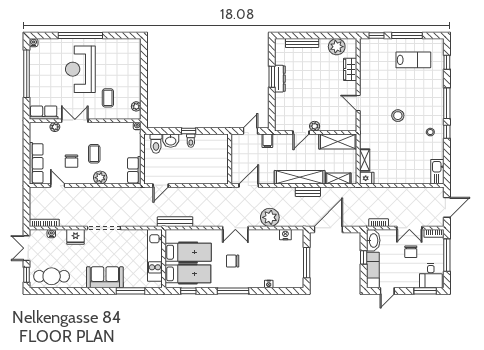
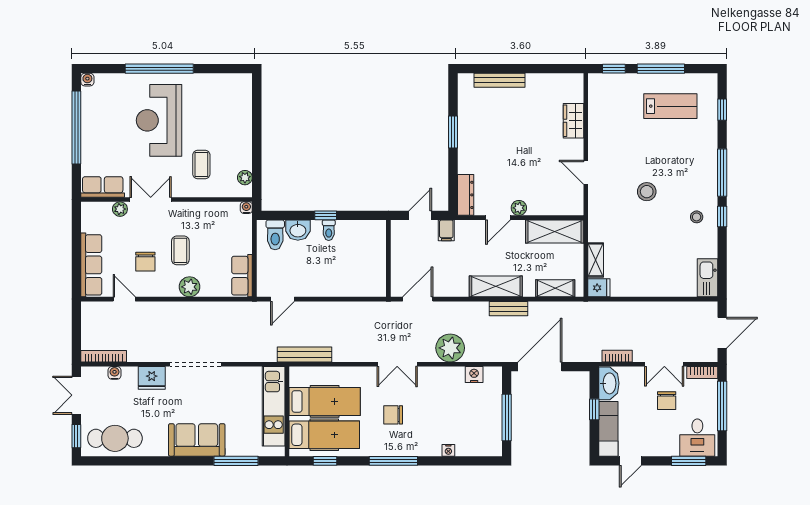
plant: (337, 47) -> (553, 86), removed
dresser: (280, 79) -> (466, 195), moved
shelving: (300, 177) -> (496, 286), width x0.68

